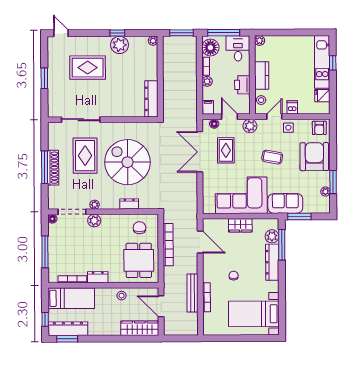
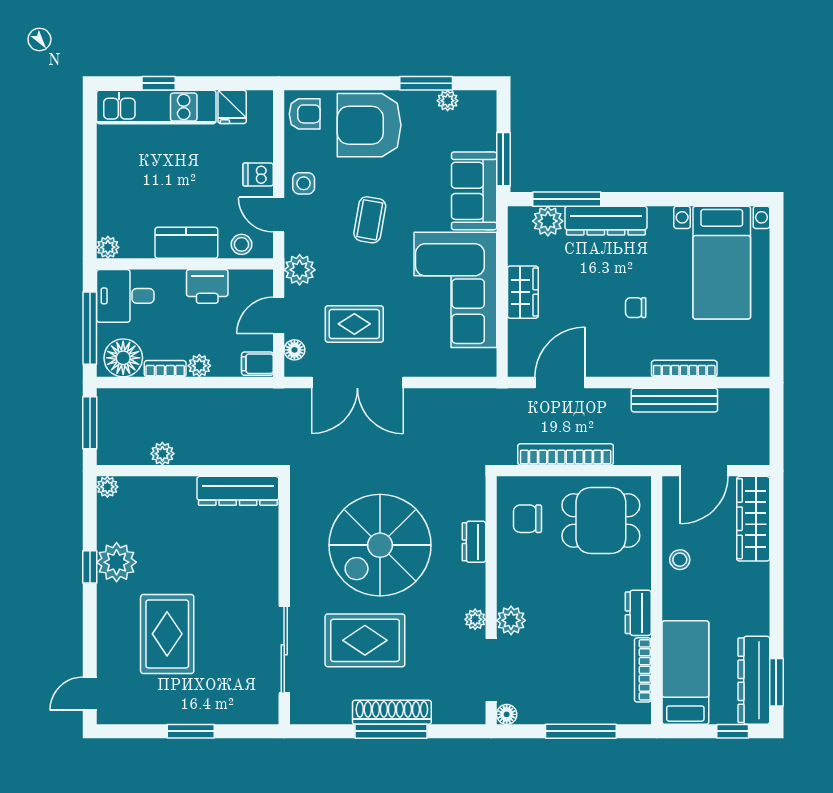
plant: (168, 65) -> (162, 454), added

